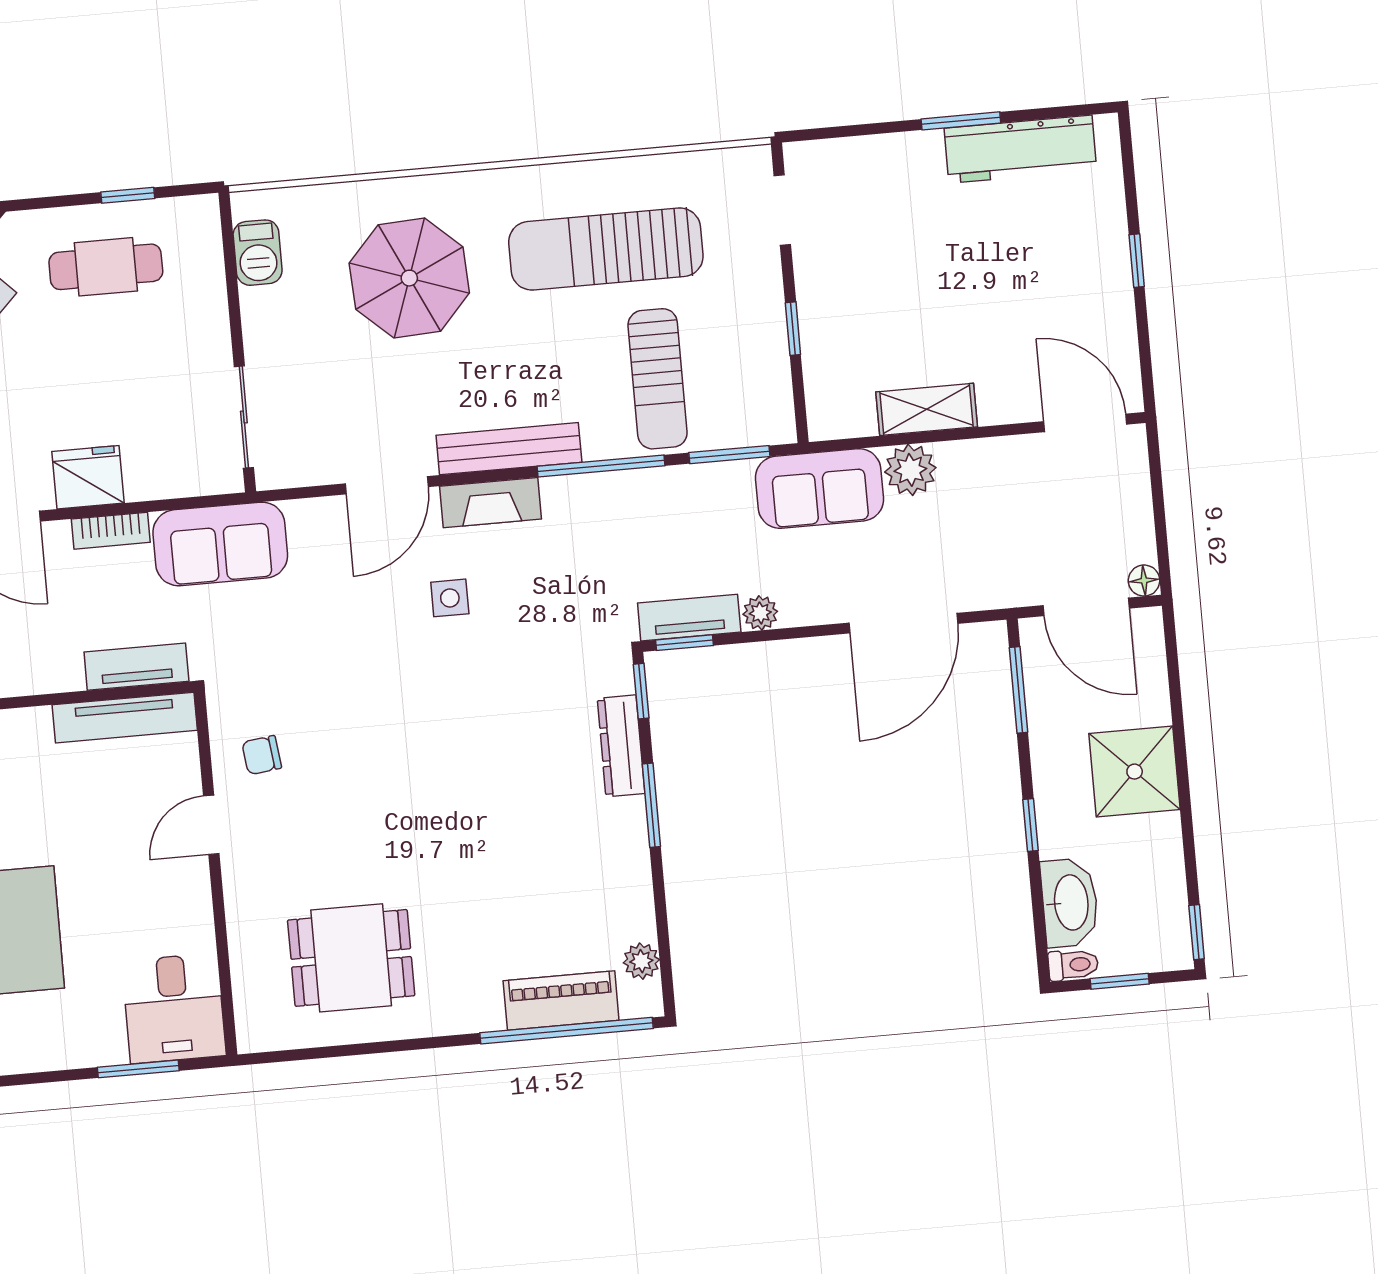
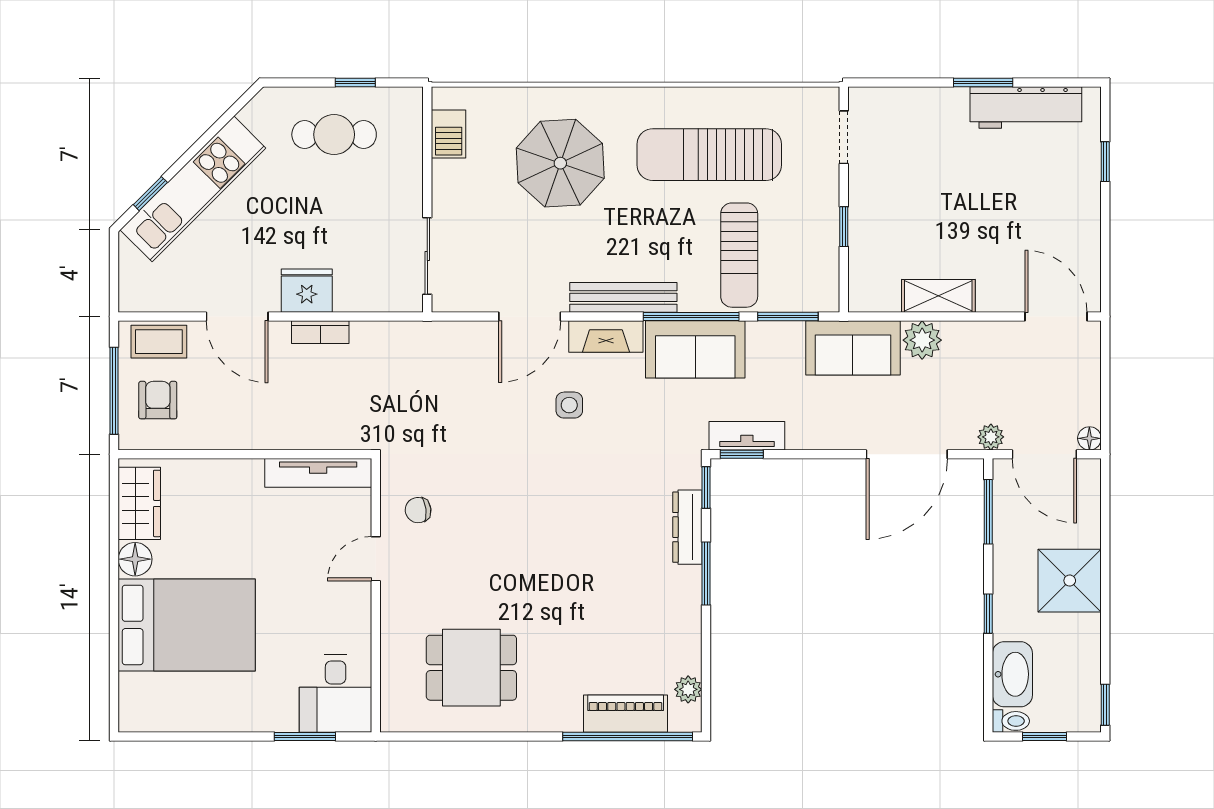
window: (1137, 261) -> (1105, 162), moved
sofa: (220, 544) -> (695, 349), moved
plant: (760, 613) -> (991, 437), moved
tv unit: (136, 667) -> (330, 436), removed

